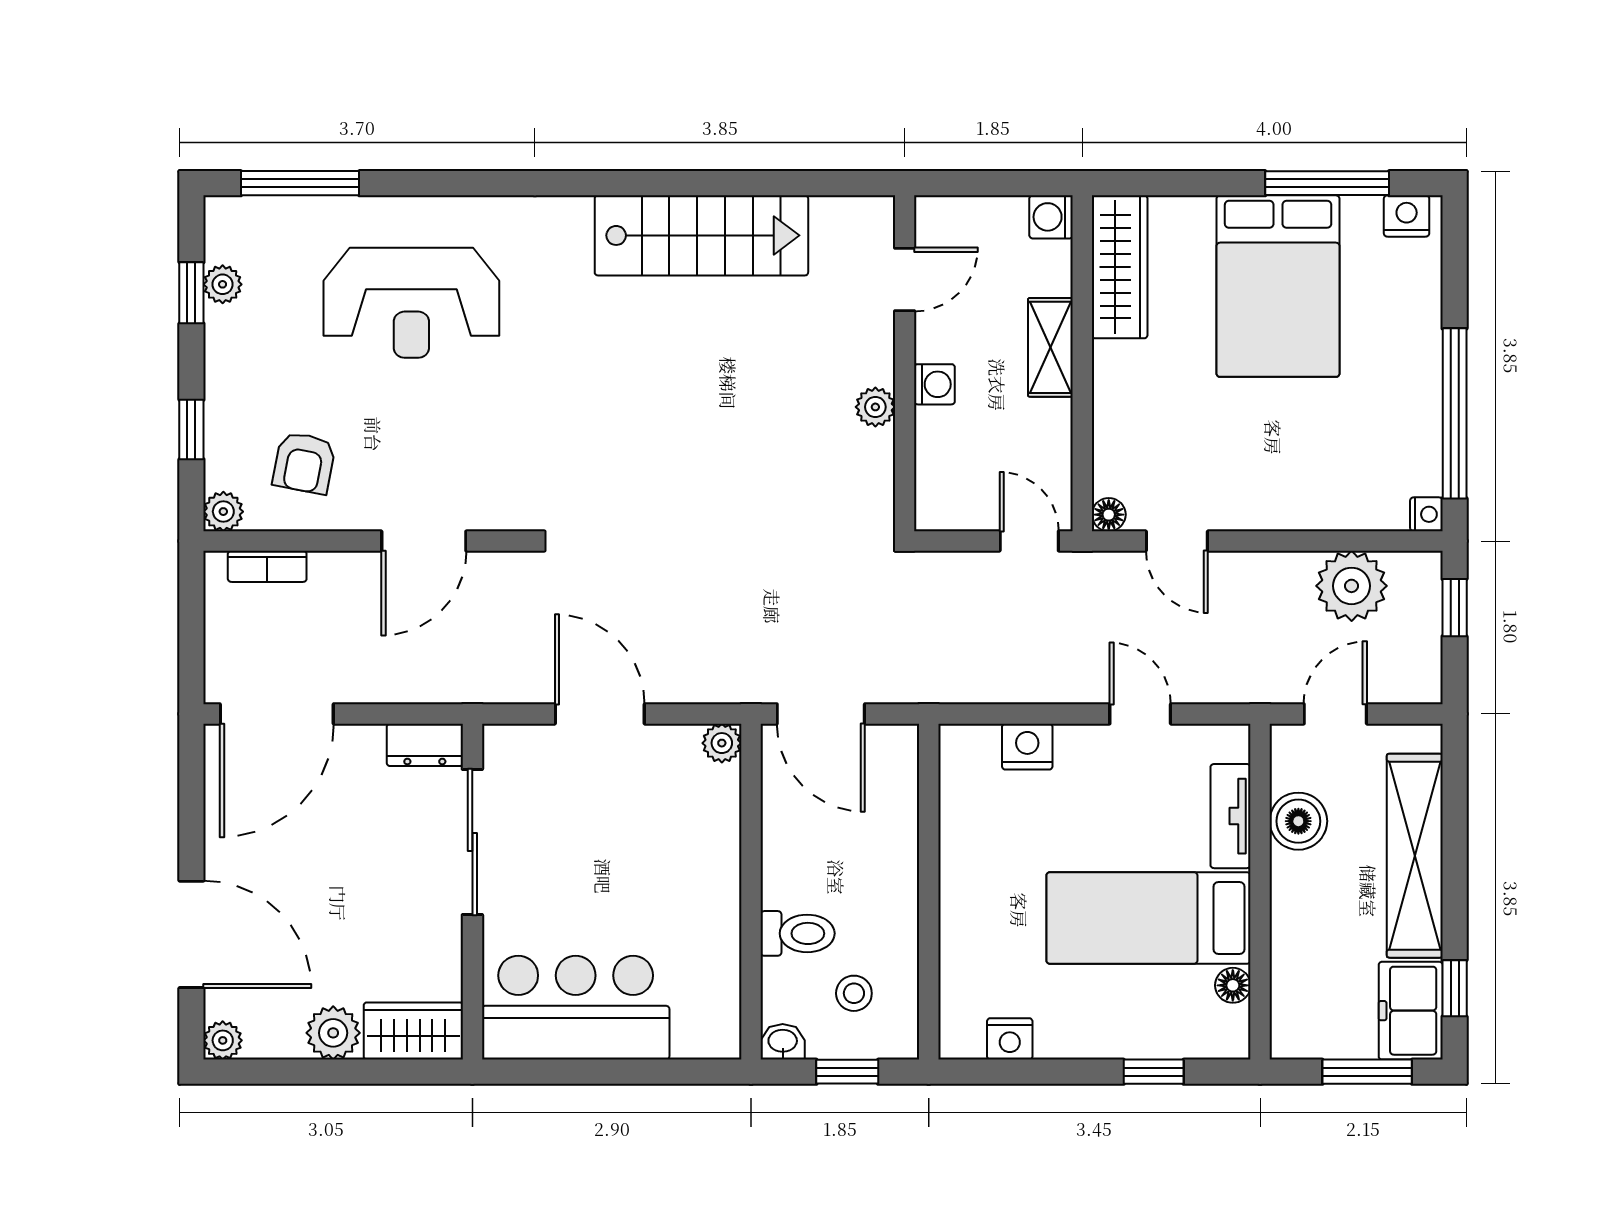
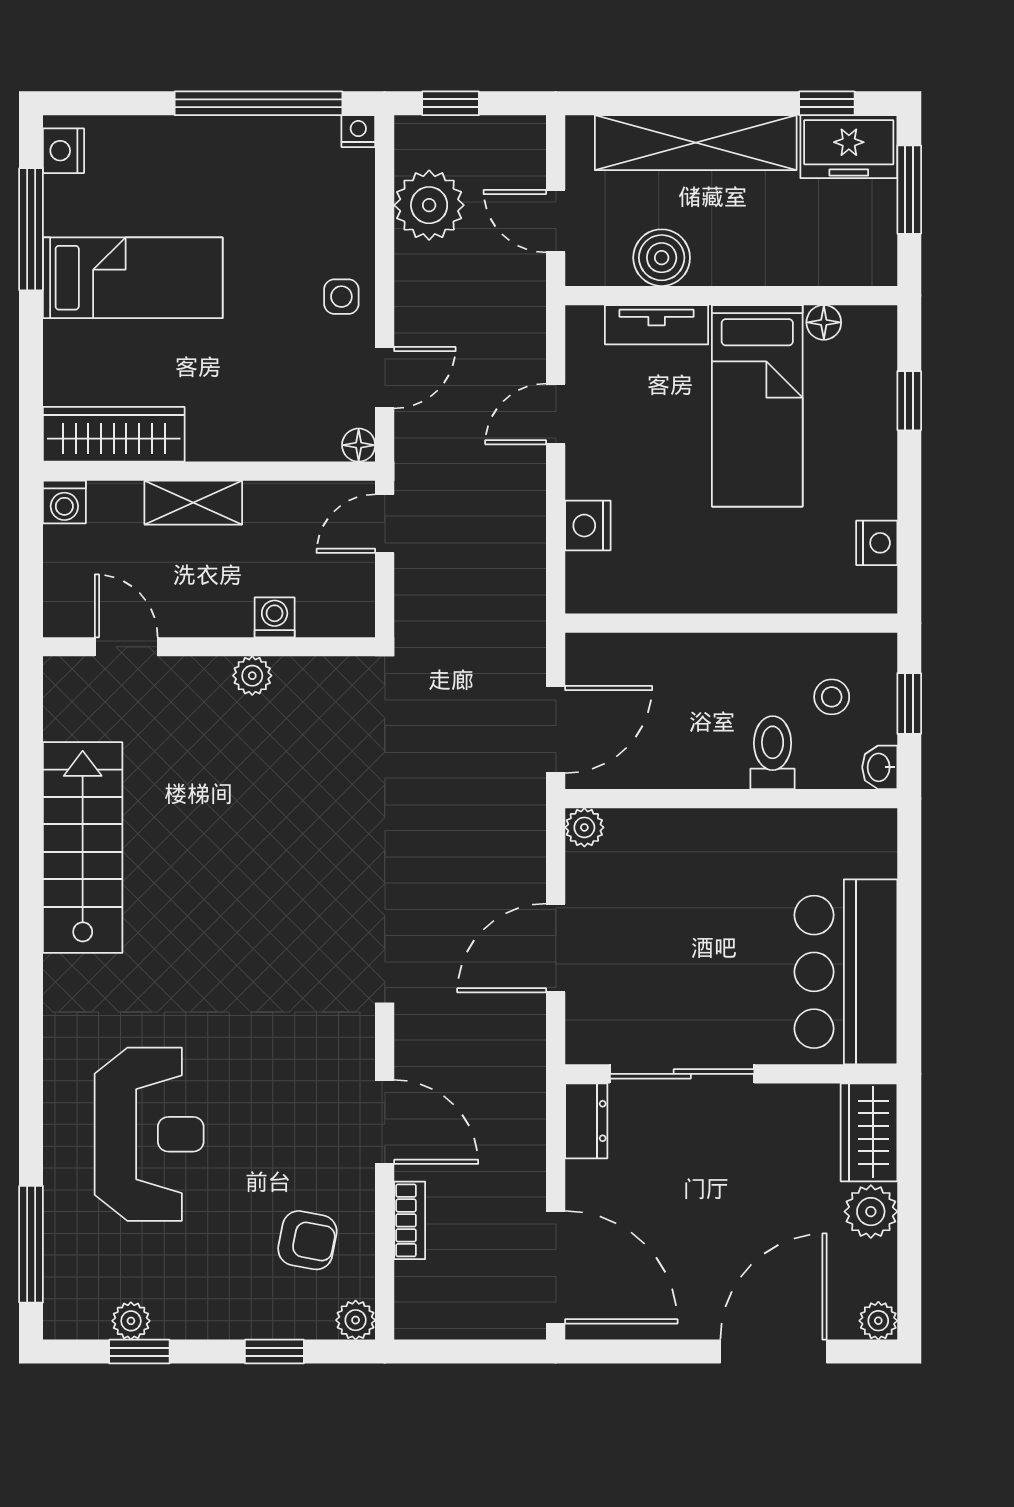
bed: (1278, 286) -> (133, 278), width x0.67
washing machine: (934, 384) -> (275, 617), moved
side table: (1259, 497) -> (341, 297), added
bookcase: (267, 566) -> (410, 1220), moved

